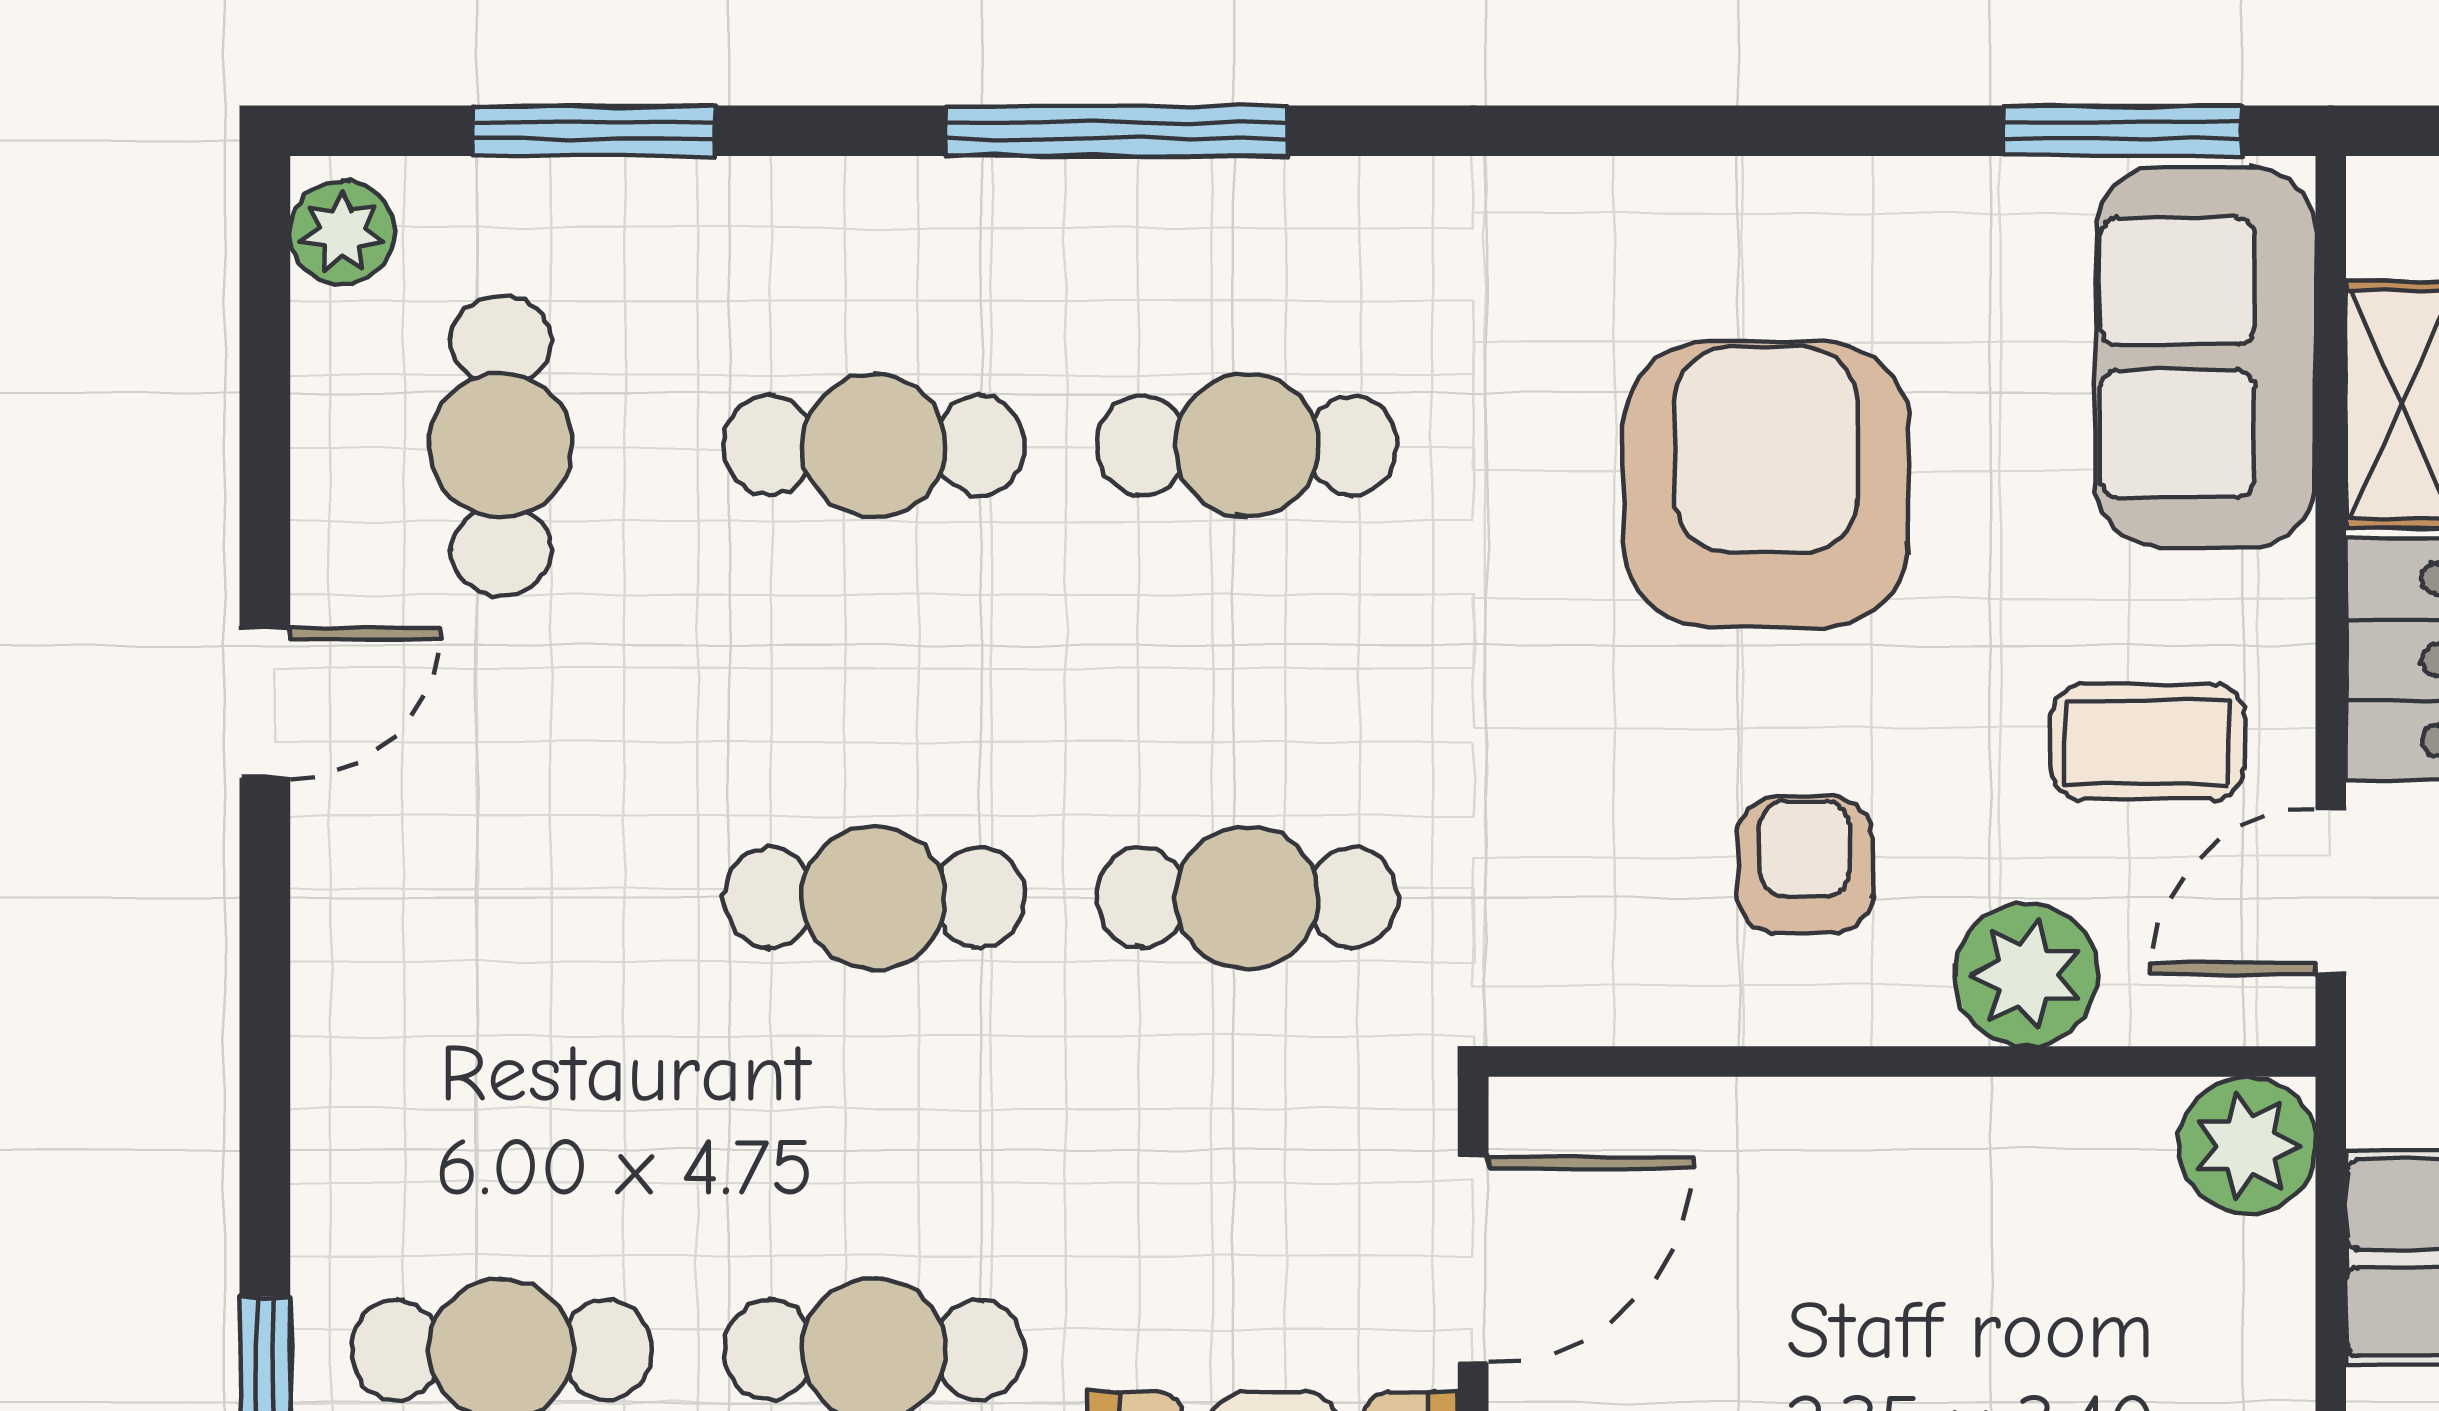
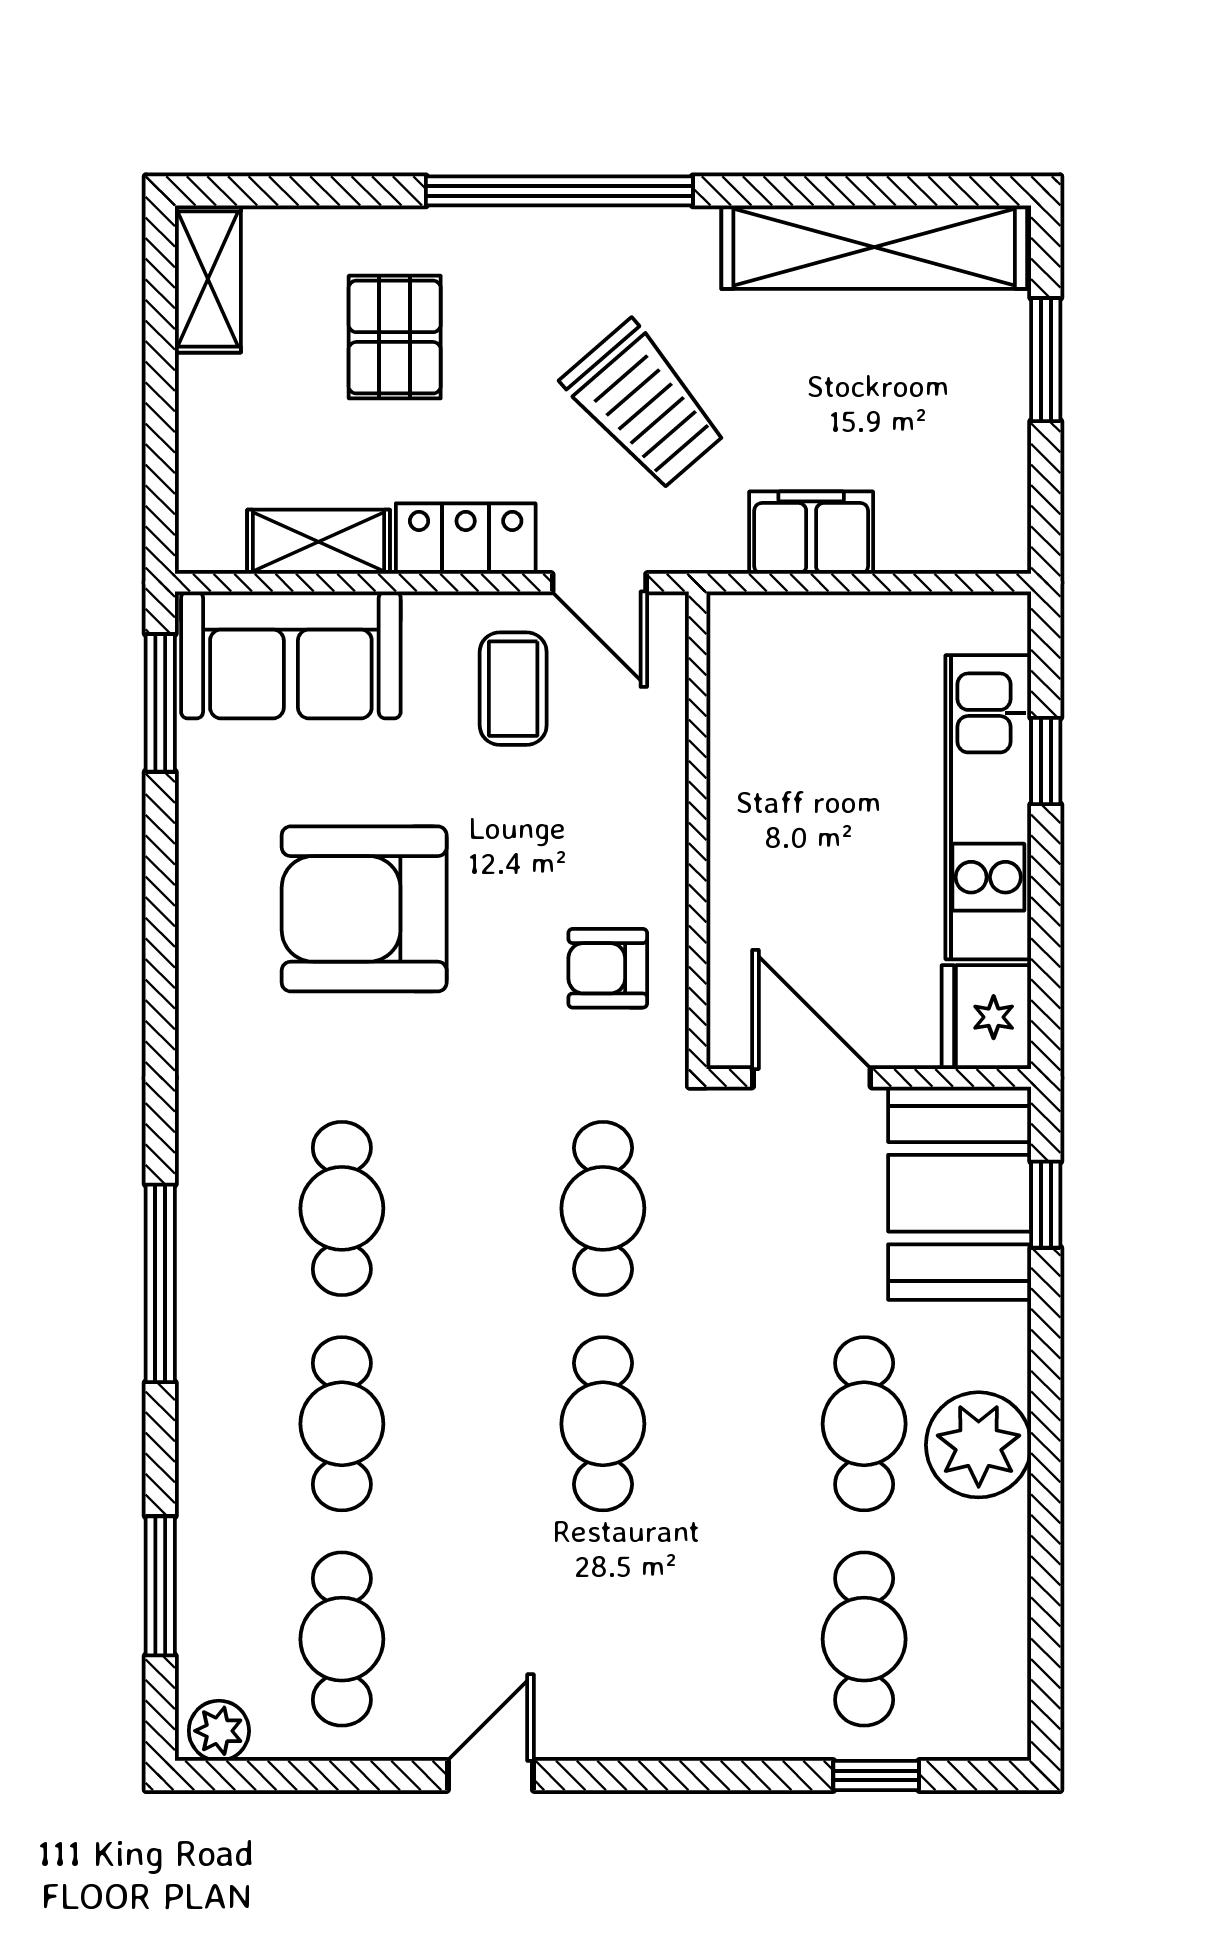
cafe table: (501, 445) -> (342, 1639), turned 90
door: (265, 703) -> (490, 1775), hinge flipped
armchair: (1805, 865) -> (608, 968), moved
plant: (2027, 975) -> (647, 758), removed
plant: (2247, 1145) -> (746, 631), removed

